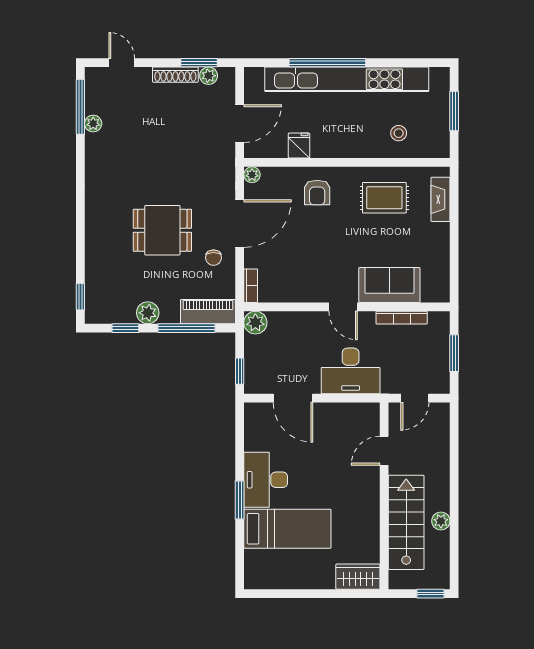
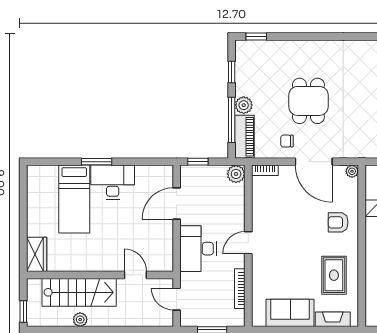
sofa: (389, 285) -> (290, 313), moved, turned -90
plant: (148, 313) -> (244, 105), moved

